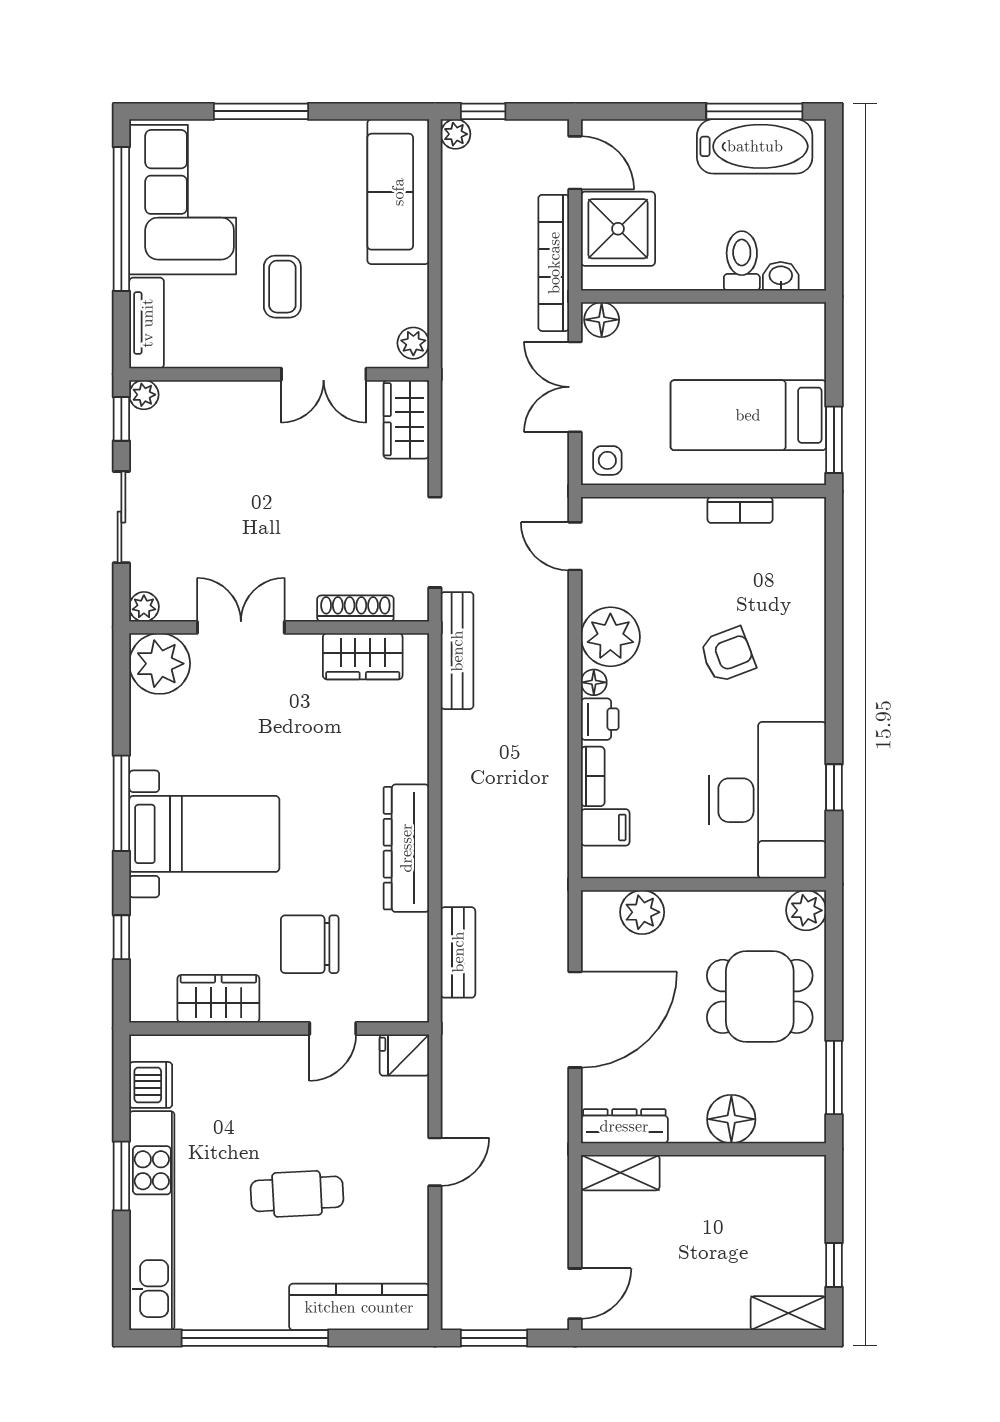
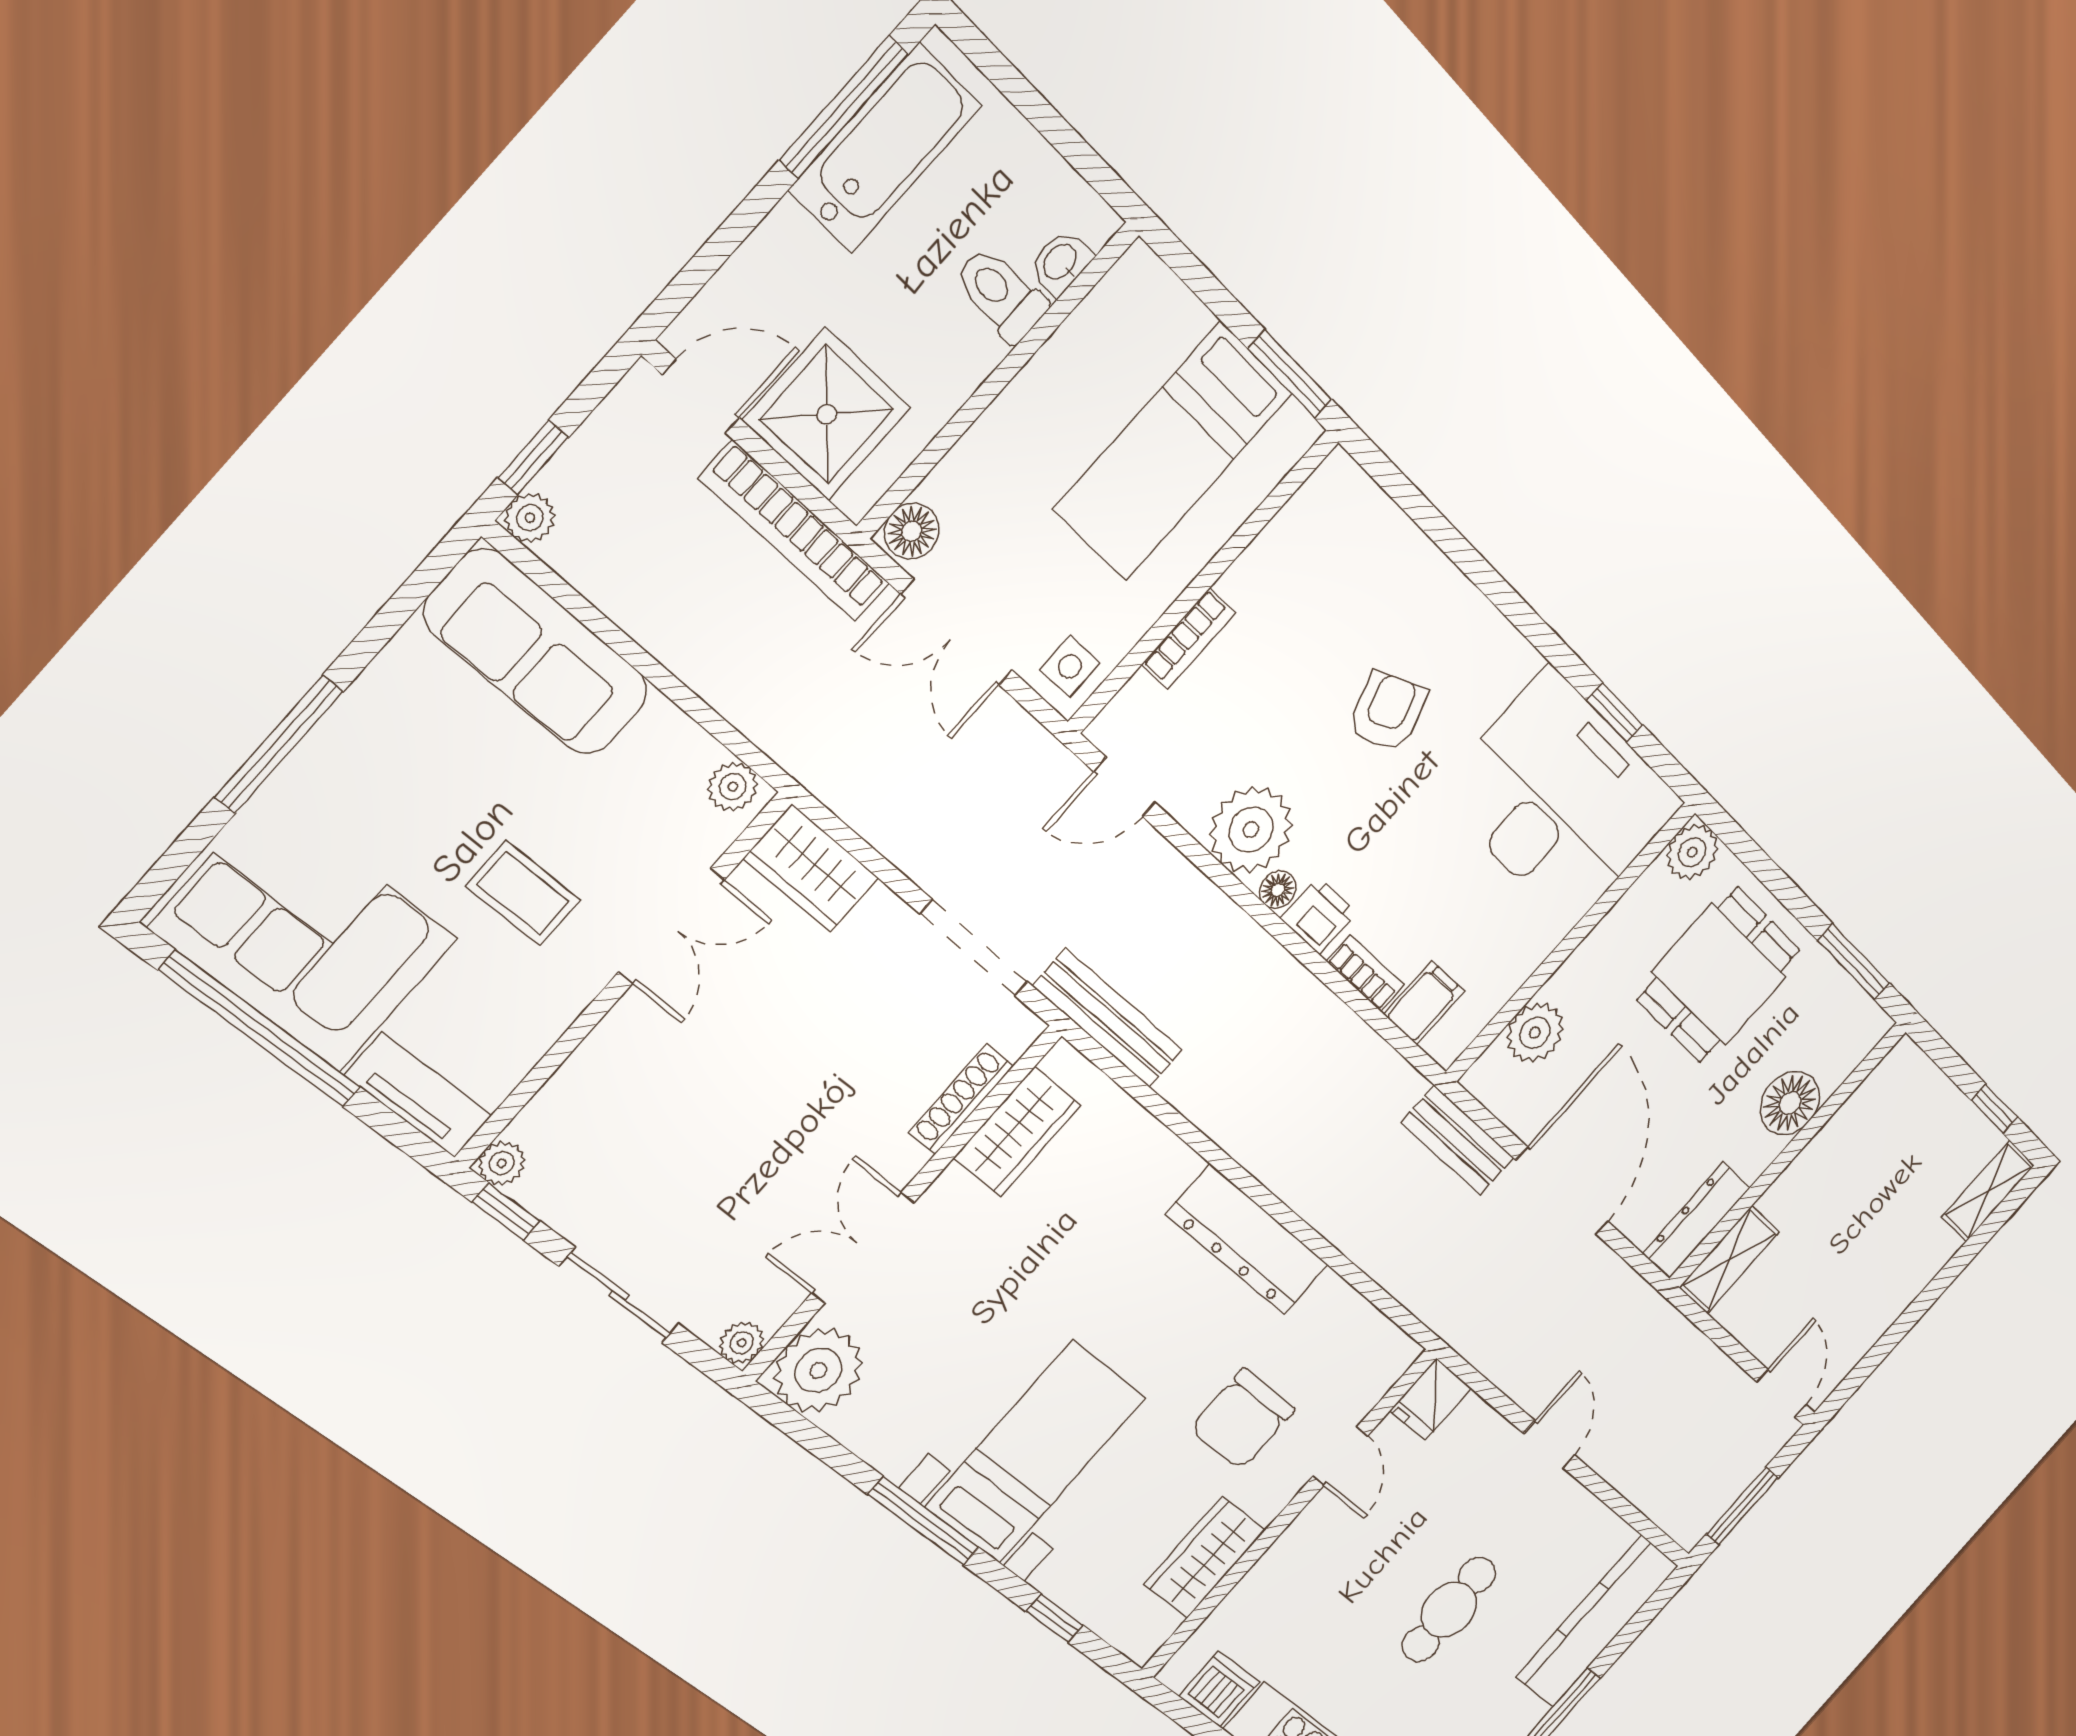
bookcase: (740, 510) -> (1188, 639), moved
bench: (458, 952) -> (1458, 1140), moved

